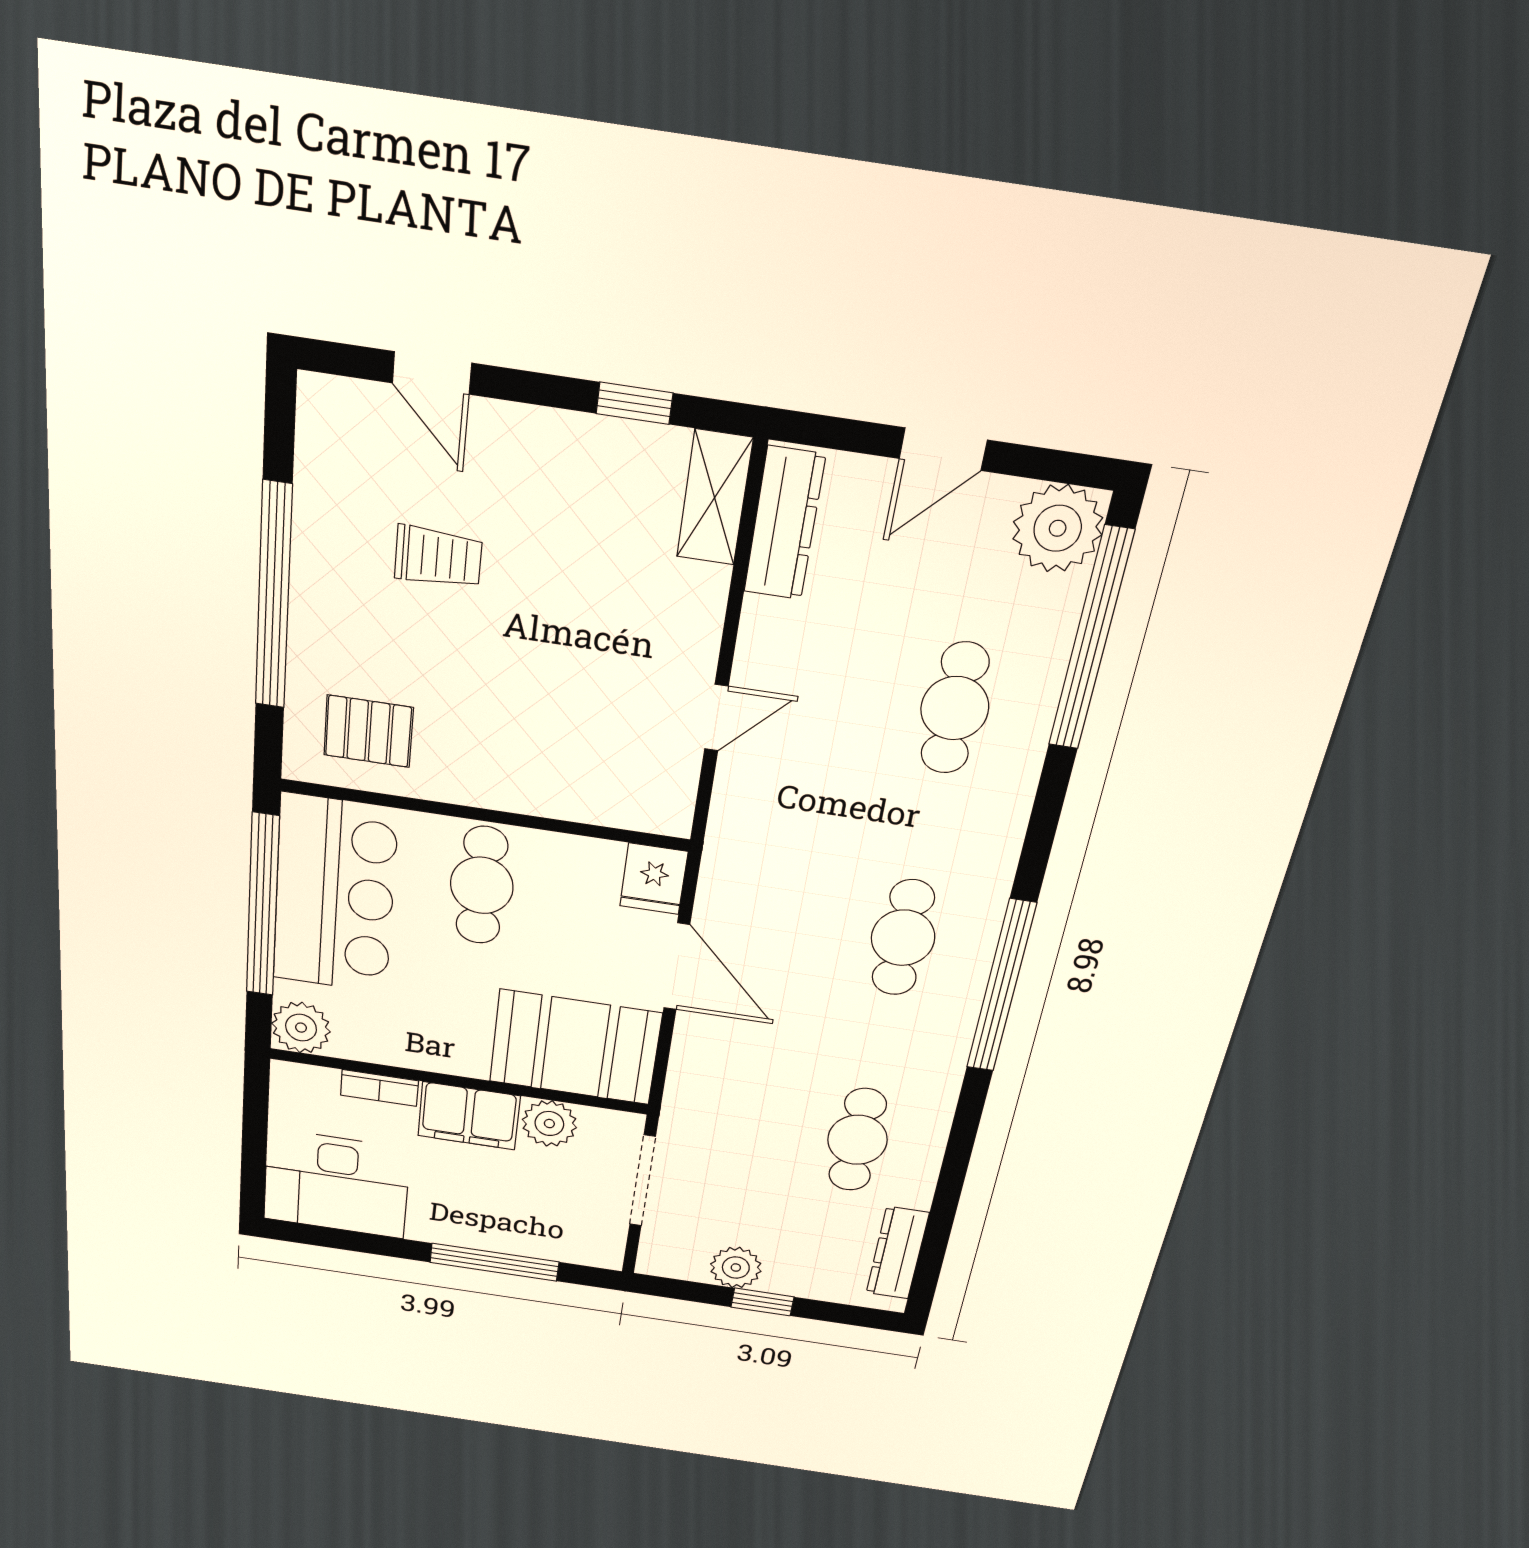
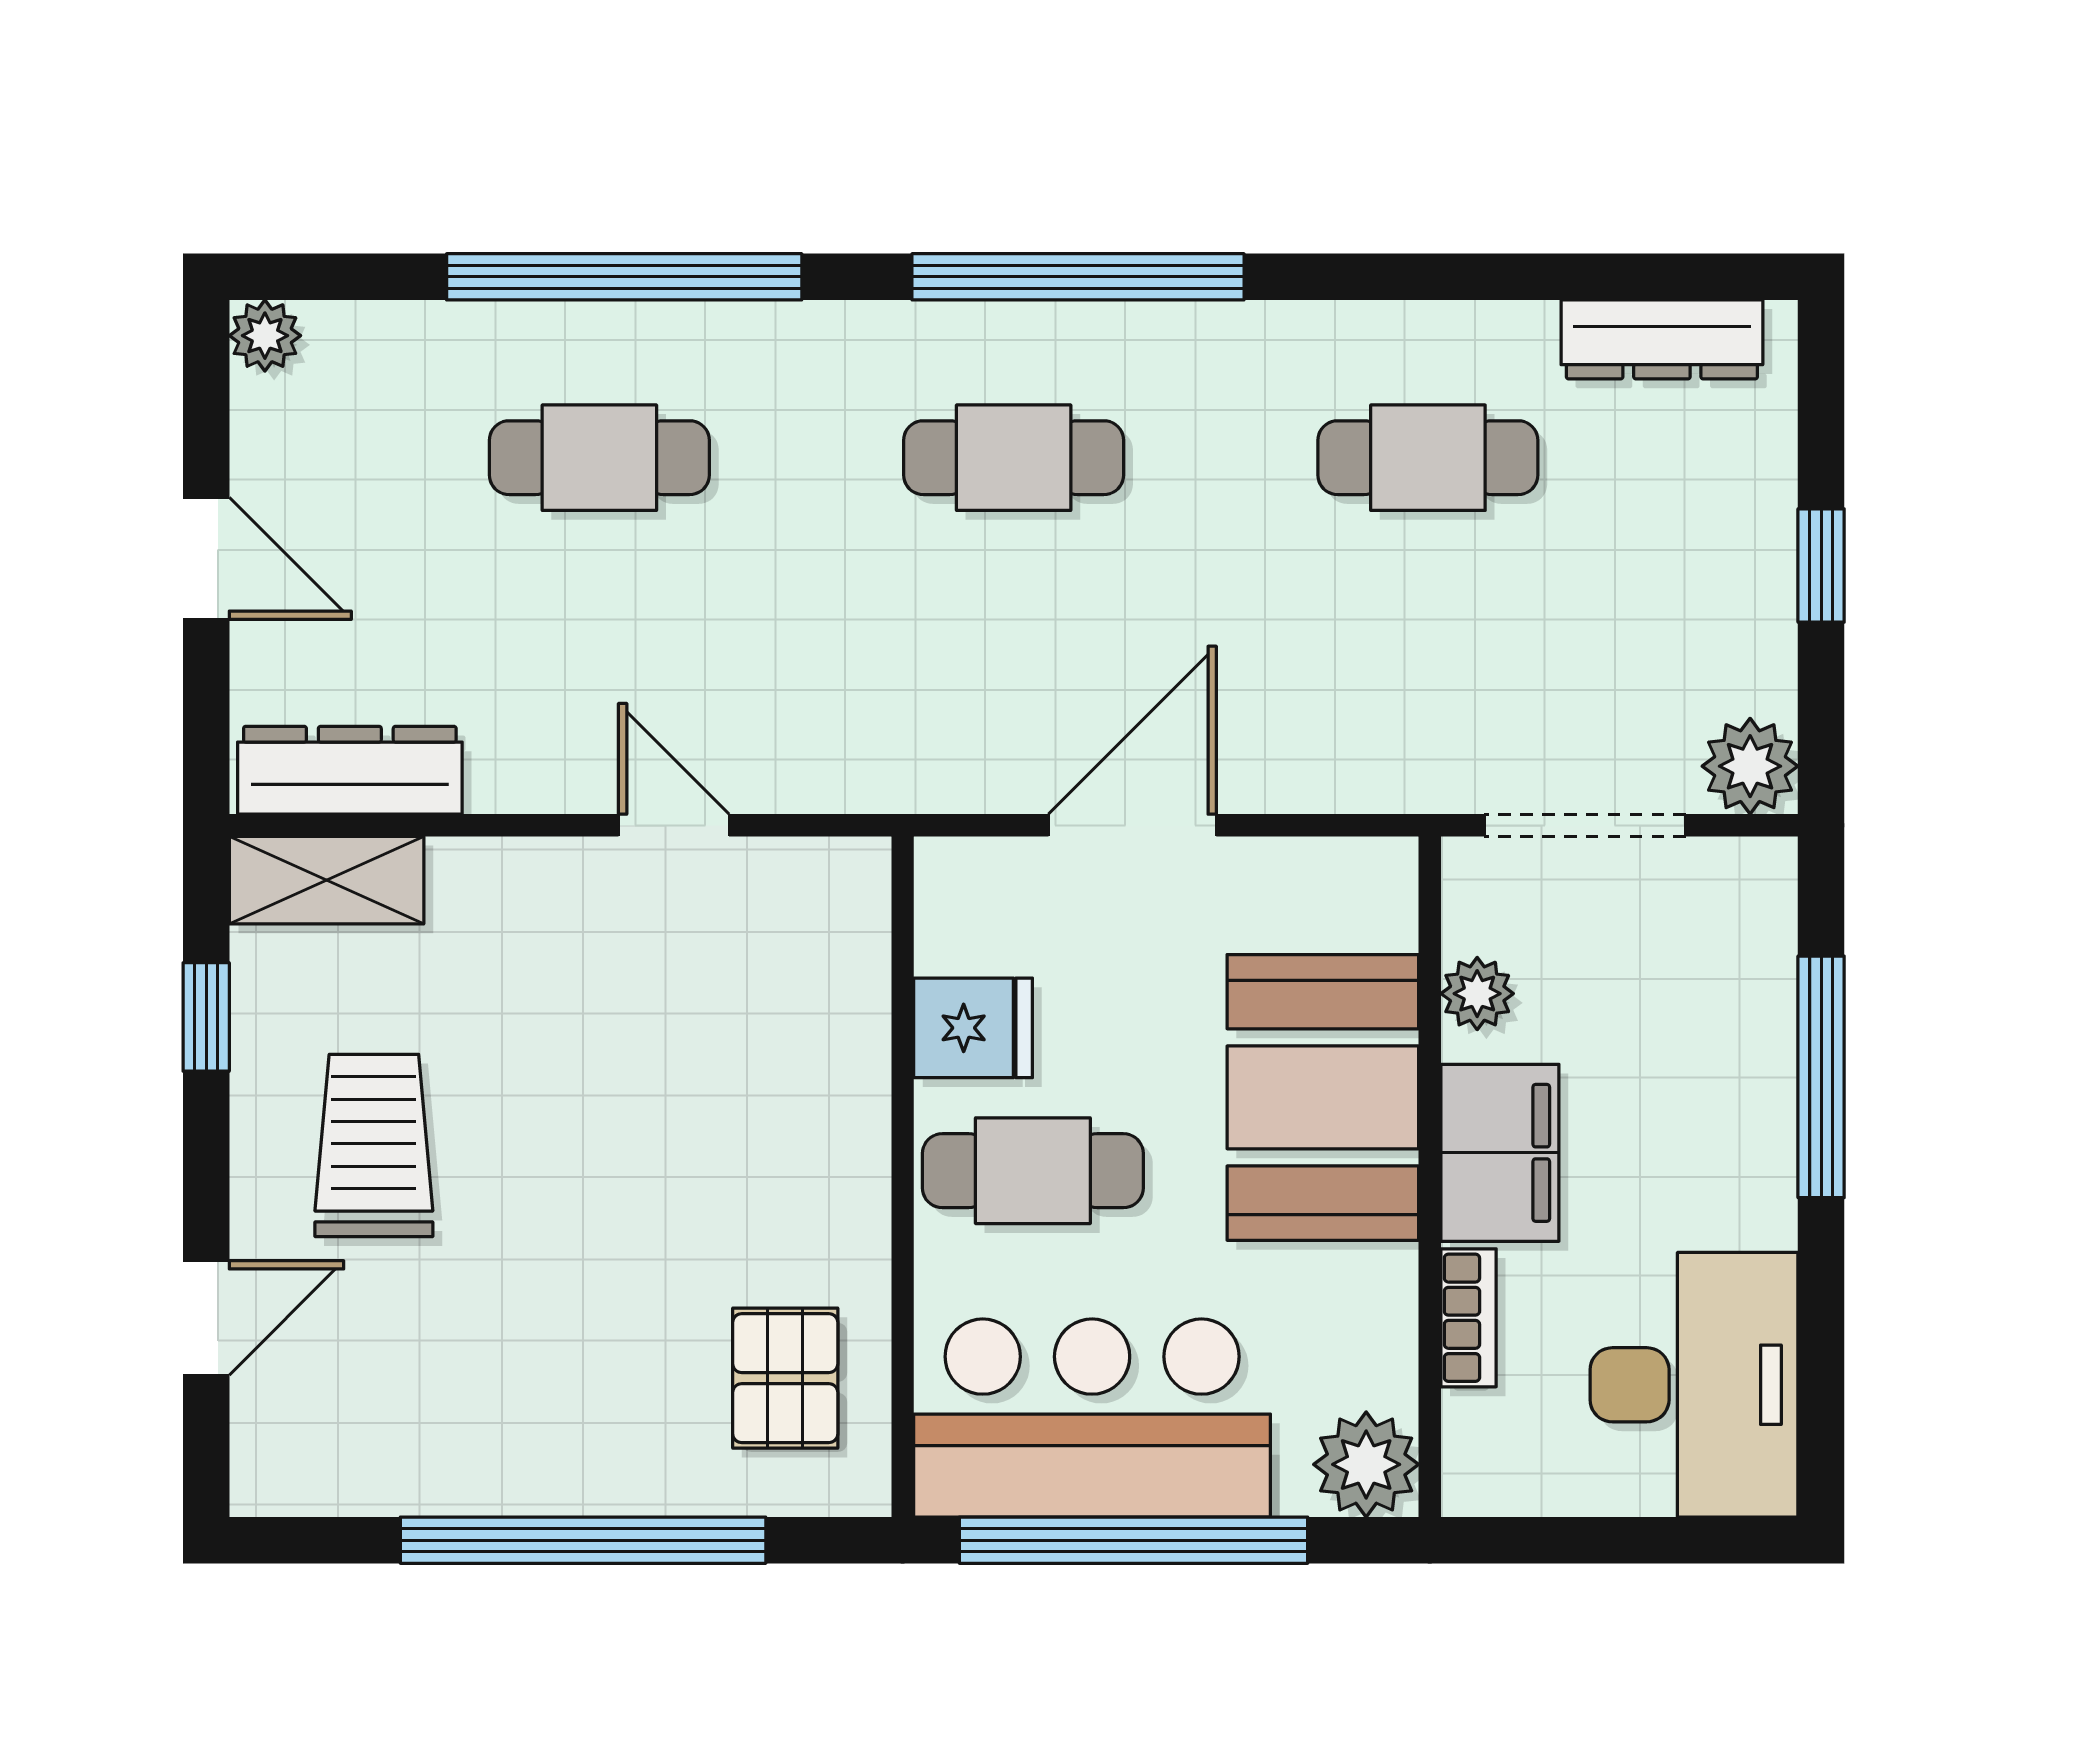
plant: (1058, 528) -> (265, 336), width x0.53, depth x0.53
trolley: (438, 557) -> (374, 1145), moved, width x1.36, depth x1.39
window: (1091, 640) -> (624, 277), moved
fridge: (654, 879) -> (973, 1028), moved
booth: (575, 1047) -> (1323, 1097), moved
plant: (549, 1124) -> (1477, 994), width x0.73, depth x0.73
plant: (736, 1268) -> (1750, 766), moved

